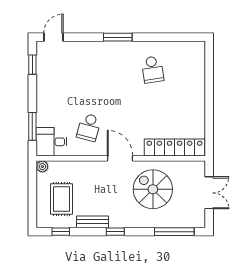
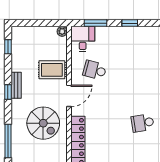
window: (32, 65) -> (130, 23), moved
spiral stairs: (153, 189) -> (43, 123), turned 90
rug: (62, 199) -> (52, 70), moved
bench: (92, 222) -> (16, 85), moved

